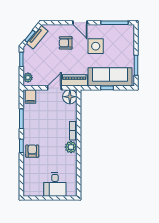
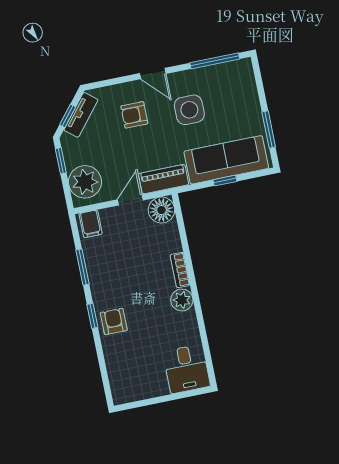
plant: (28, 78) -> (85, 182), width x1.87, depth x1.87
desk: (55, 184) -> (187, 369), moved

